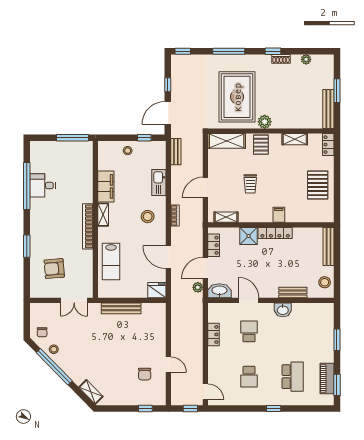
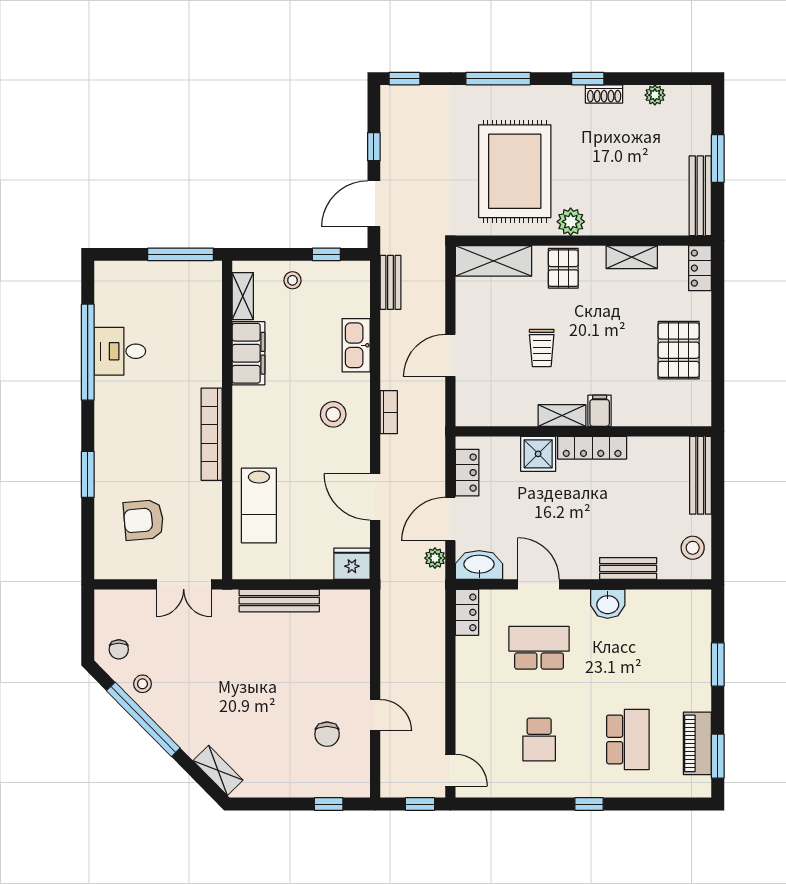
shelving: (103, 215) -> (243, 296), moved
shelving: (226, 217) -> (562, 416), moved
school desk: (249, 331) -> (539, 648), width x1.85
locker: (214, 334) -> (467, 612), moved

